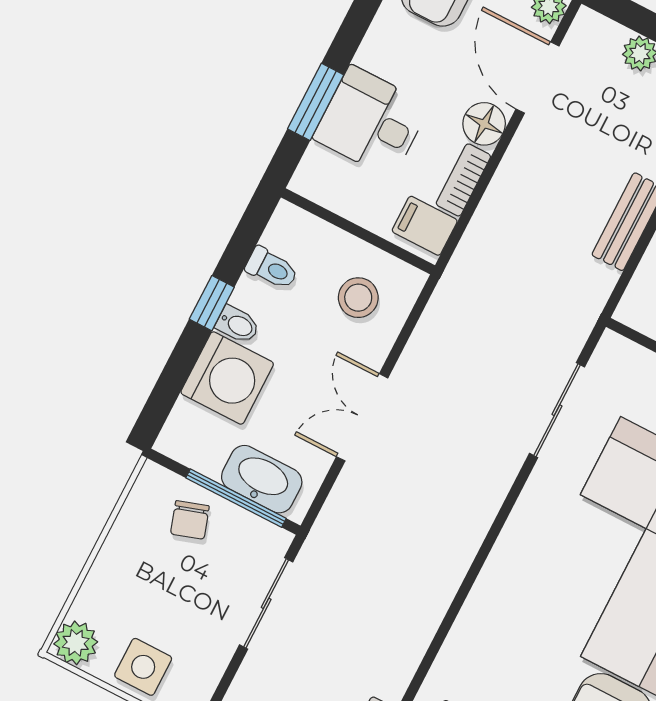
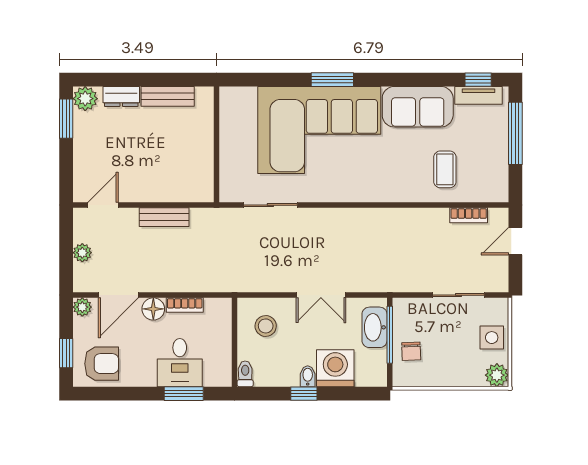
filing cabinet: (425, 226) -> (216, 312), removed
toilet: (272, 268) -> (245, 374), moved
chair: (190, 520) -> (411, 351), turned 106
sliding door: (266, 603) -> (458, 295), moved

